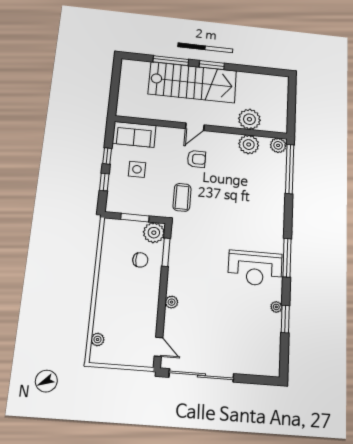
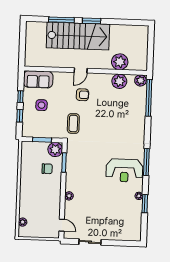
sliding door: (201, 375) -> (90, 242), width x0.54

